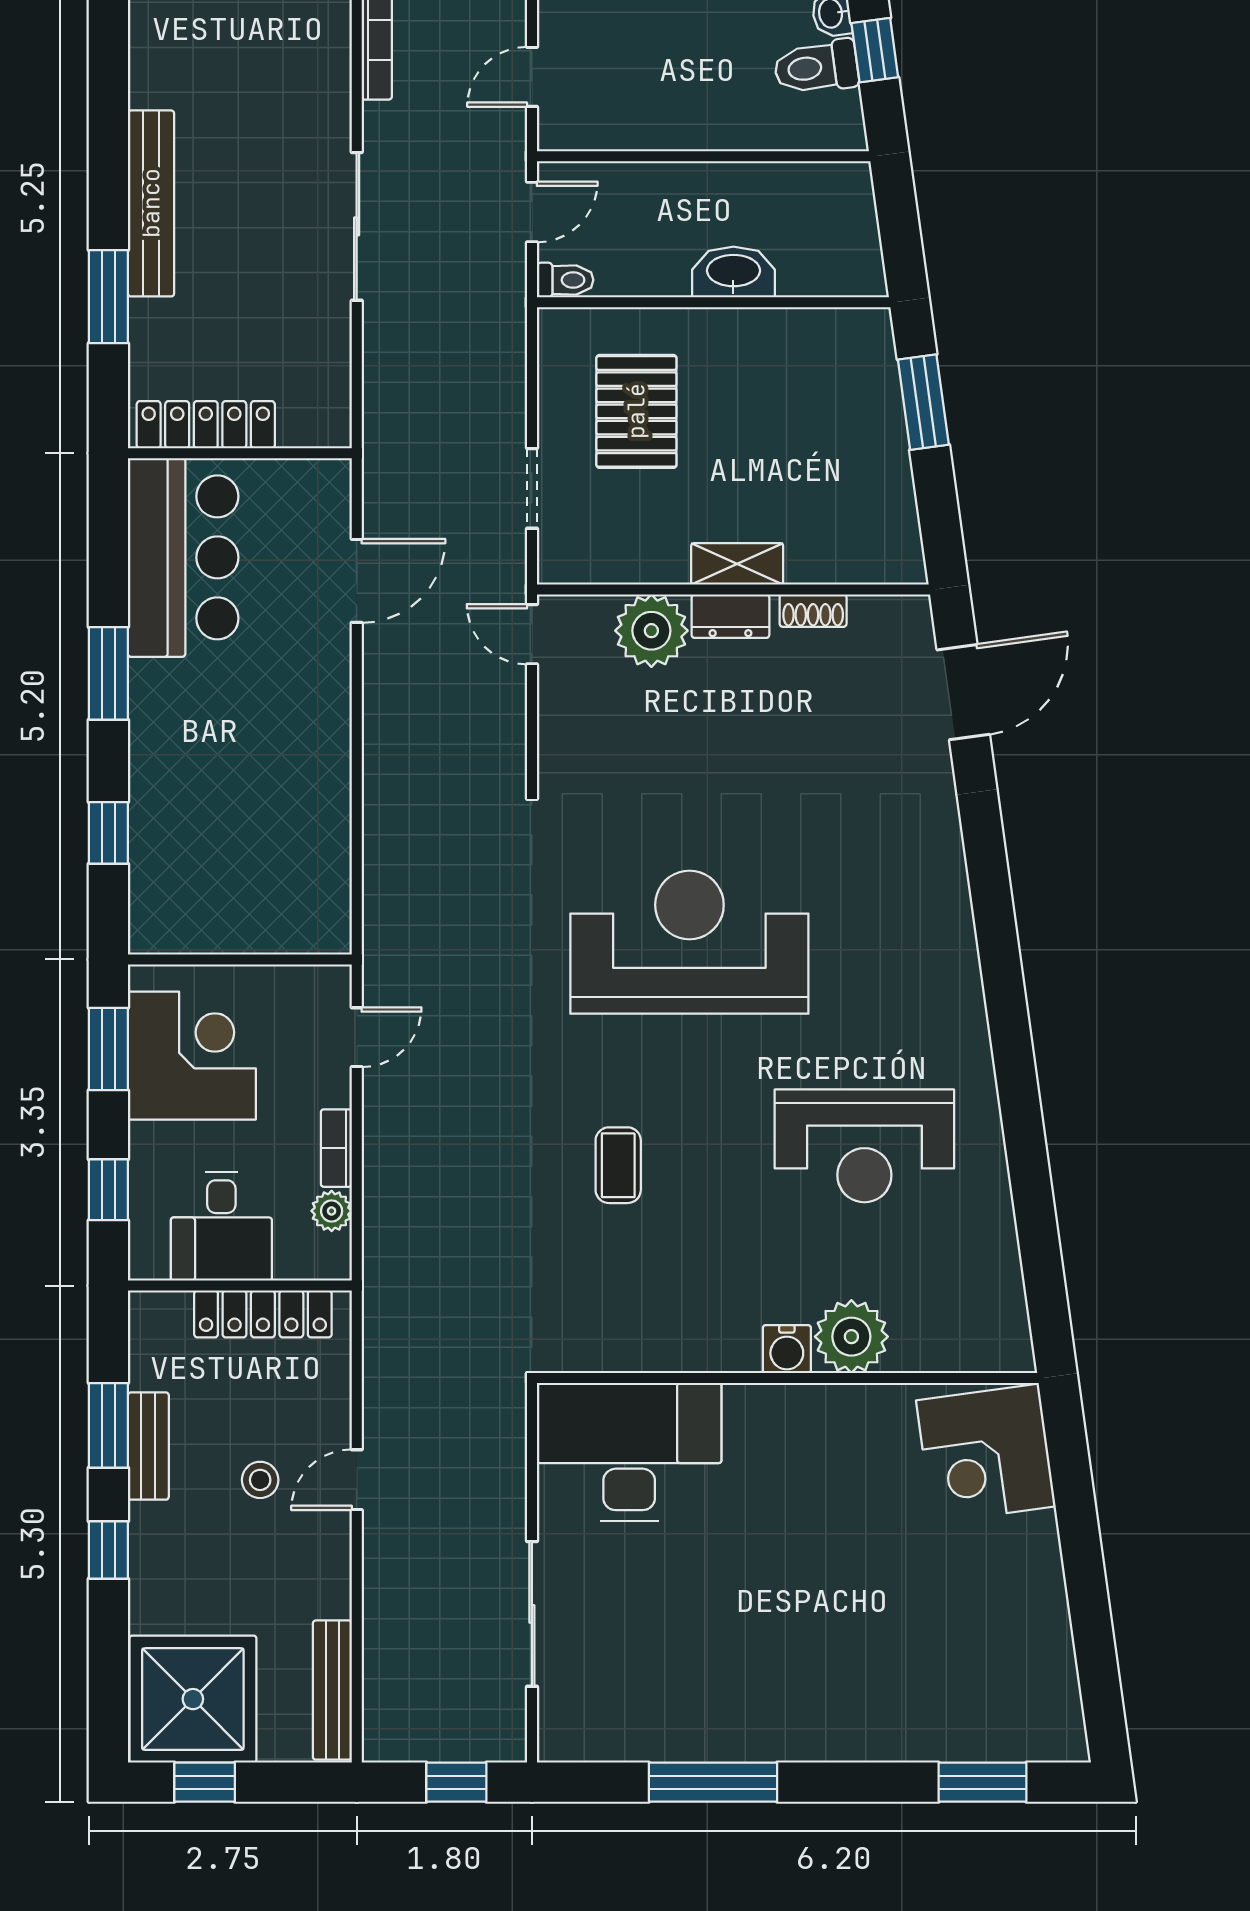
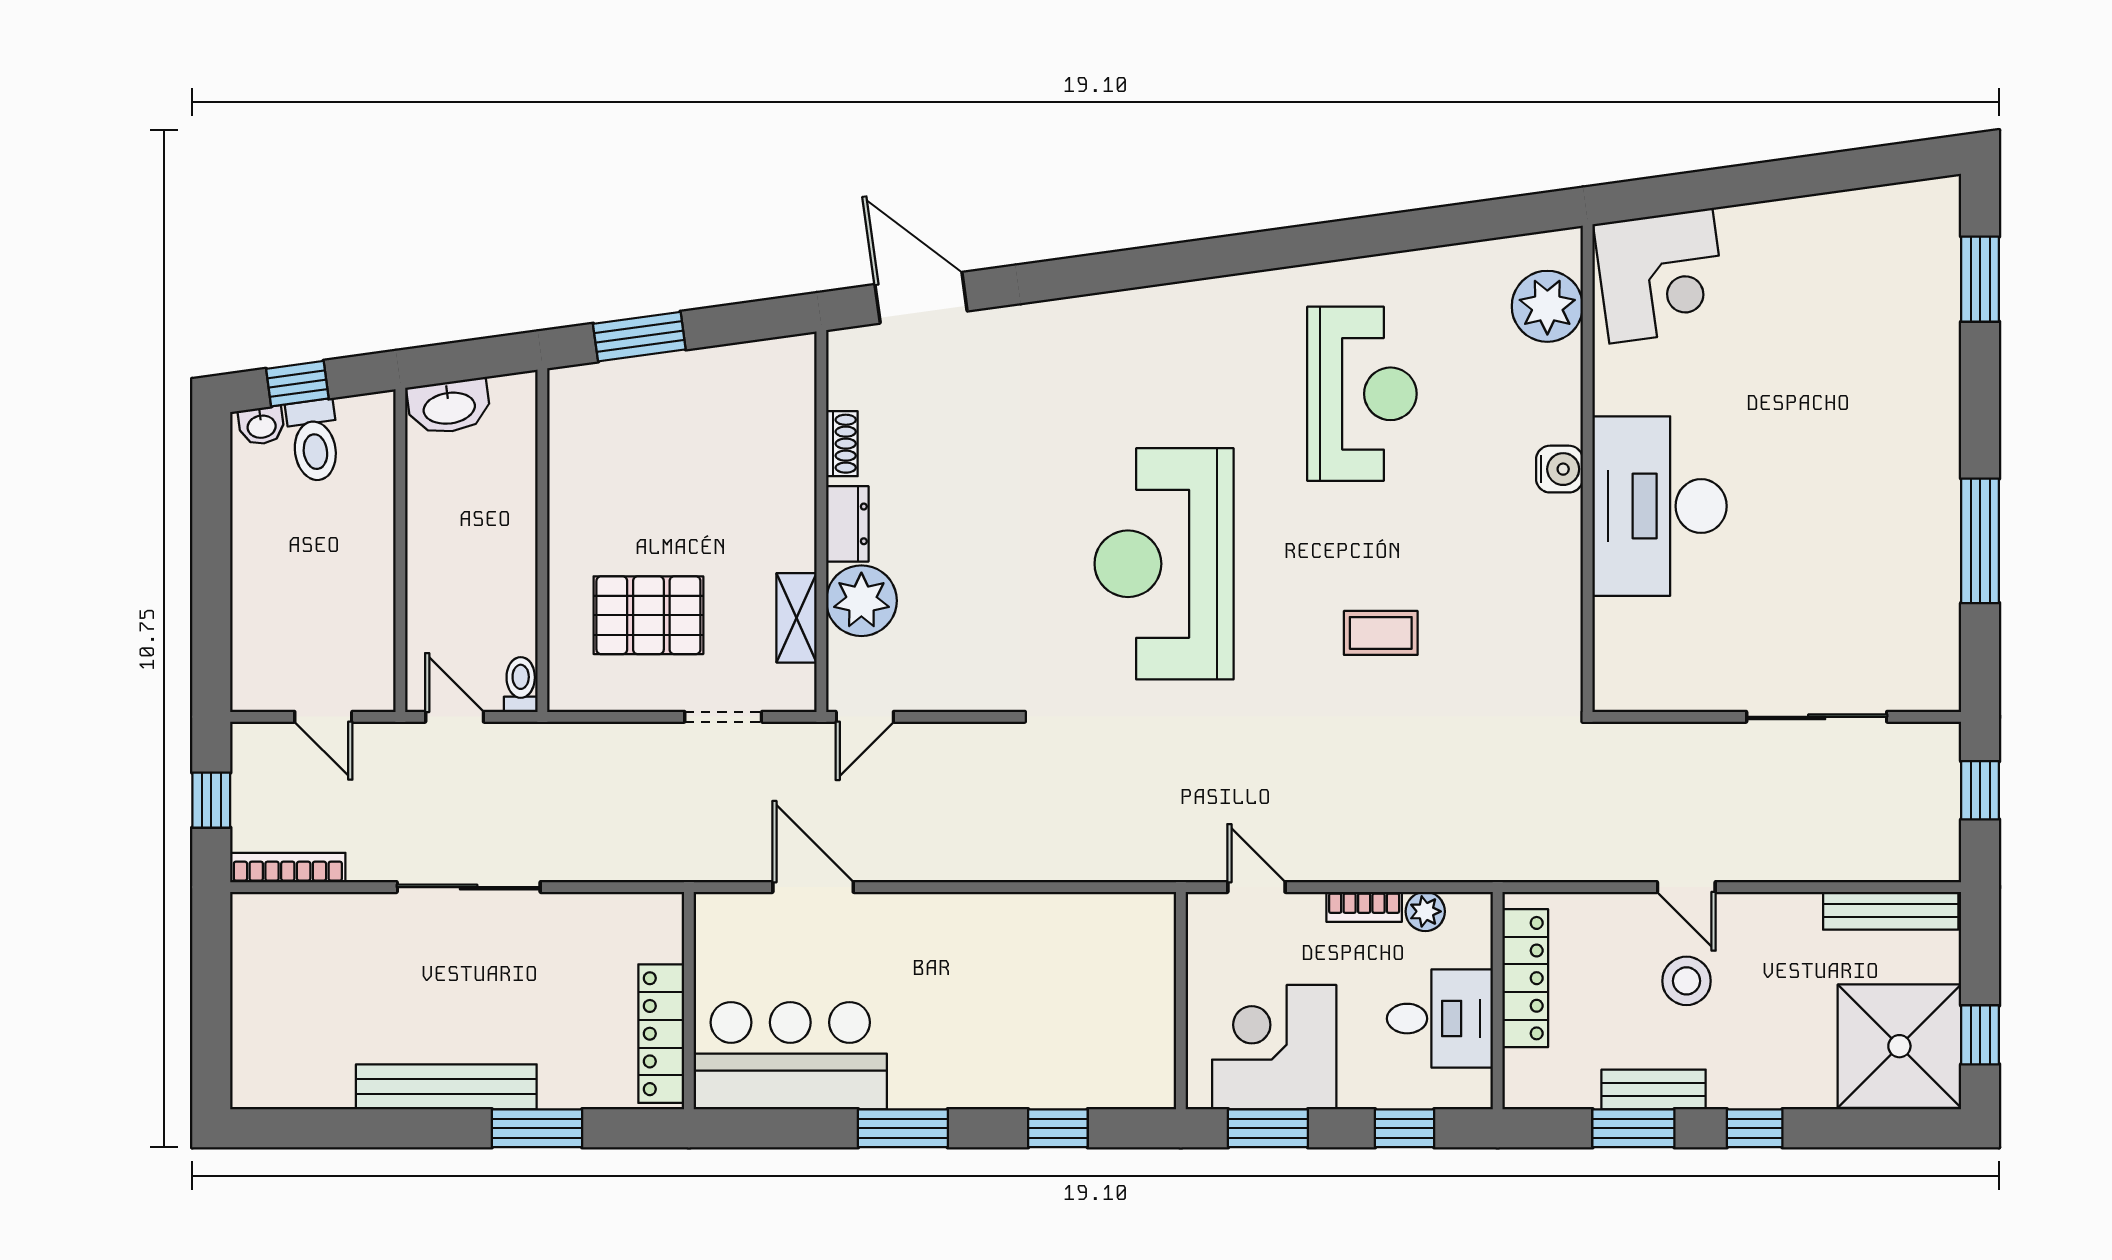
washbasin: (733, 272) -> (449, 407), moved, turned -98
shelving: (737, 564) -> (797, 618), moved
plant: (851, 1337) -> (1547, 306), moved
desk: (629, 1452) -> (1659, 506), moved
stool: (260, 1480) -> (1687, 981), width x1.37, depth x1.37

